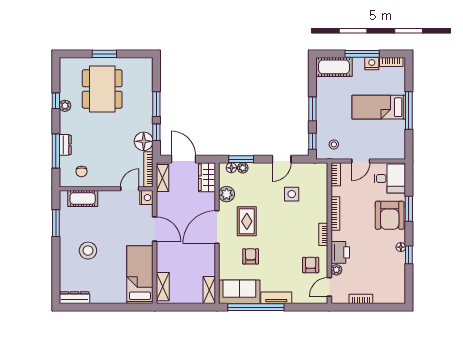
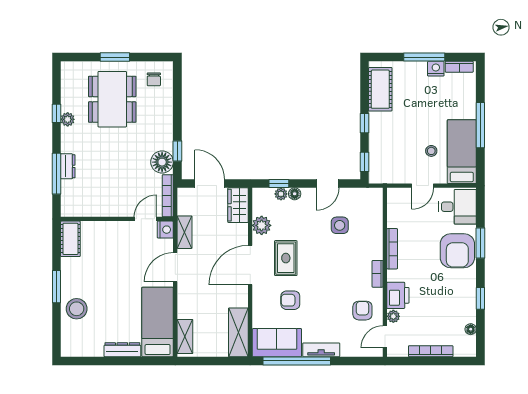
cot: (334, 67) -> (380, 89), moved, turned 90
window: (156, 104) -> (177, 117), removed
bed: (379, 107) -> (462, 152), moved, turned 90
window: (312, 109) -> (364, 123), width x0.67
stool: (334, 144) -> (431, 151), moved
window: (241, 159) -> (279, 184), width x0.67
floor lamp: (231, 168) -> (295, 194), moved
chair: (82, 171) -> (154, 79), moved
bookcase: (336, 174) -> (393, 202), removed
shelving: (162, 178) -> (185, 232), moved
cot: (83, 199) -> (70, 239), moved, turned 90
window: (56, 223) -> (57, 287), moved
door: (155, 229) -> (175, 267), swing flipped
floor lamp: (401, 247) -> (471, 329), moved
stool: (88, 251) -> (77, 309), moved
armchair: (251, 256) -> (290, 300), turned -90
shelving: (209, 290) -> (238, 332), width x1.50, depth x1.33
dresser: (74, 298) -> (122, 350), moved
bookcase: (361, 299) -> (431, 351), width x1.56

